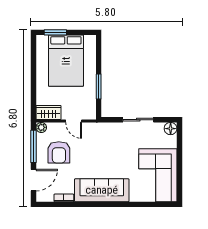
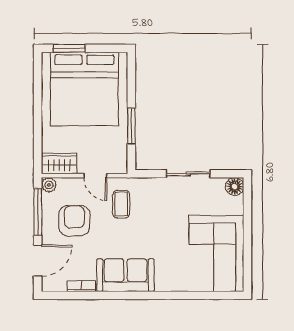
bed: (66, 61) -> (84, 89), width x1.36
coffee table: (92, 141) -> (121, 204), added
armchair: (59, 152) -> (74, 221), turned 180
sofa: (102, 190) -> (126, 275), width x0.73

